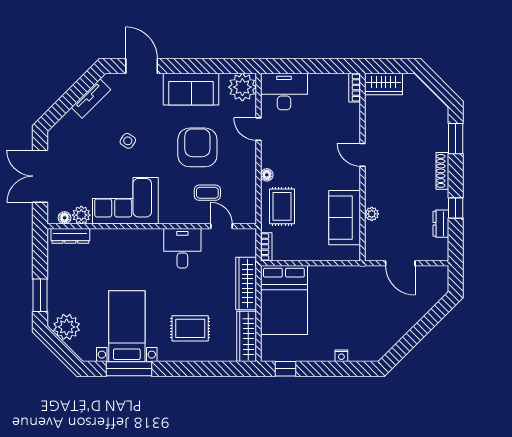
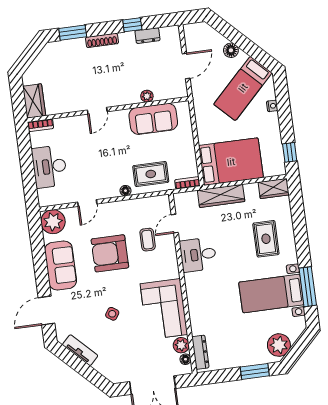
desk: (284, 91) -> (49, 167), moved
floor lamp: (411, 317) -> (231, 50), added
bed: (366, 325) -> (243, 88), added
wardrobe: (247, 336) -> (274, 189), width x0.67

